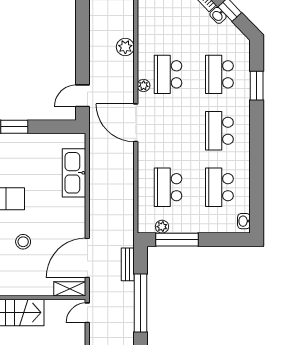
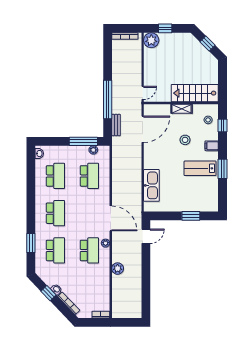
shelving: (70, 289) -> (182, 109), moved

